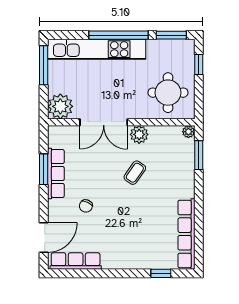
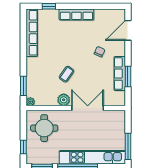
plant: (60, 106) -> (117, 119), removed
row of seats: (76, 261) -> (76, 15), moved

